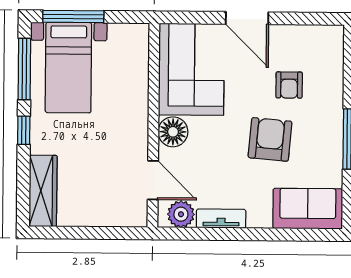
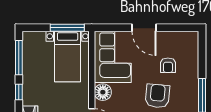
window: (73, 17) -> (67, 28), moved
bed with nightstands: (68, 68) -> (68, 57), moved

